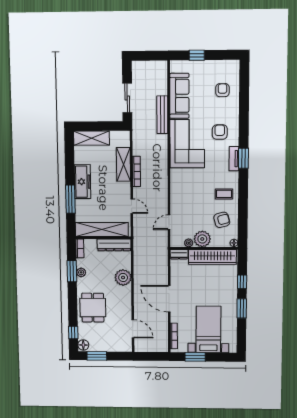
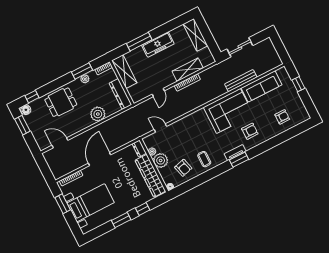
shelving: (102, 230) -> (124, 72), width x0.68
door: (133, 329) -> (60, 143), swing flipped

